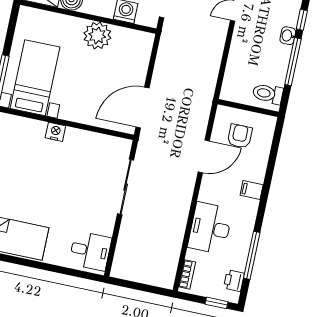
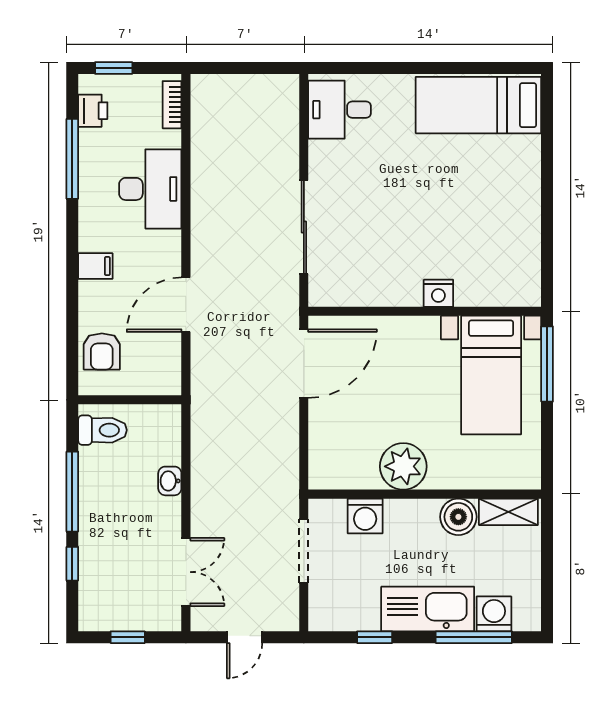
washbasin: (288, 36) -> (170, 481), moved, turned 180
armchair: (240, 136) -> (102, 351), moved

